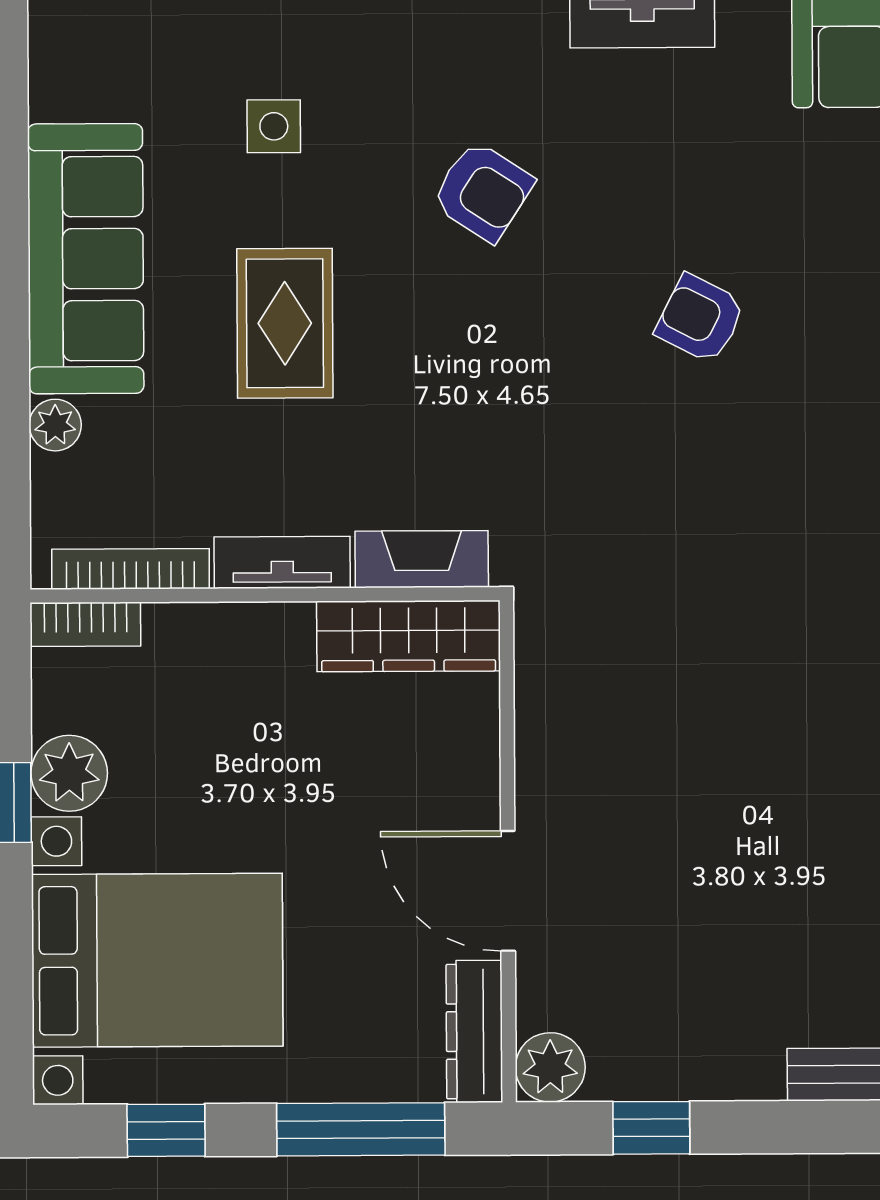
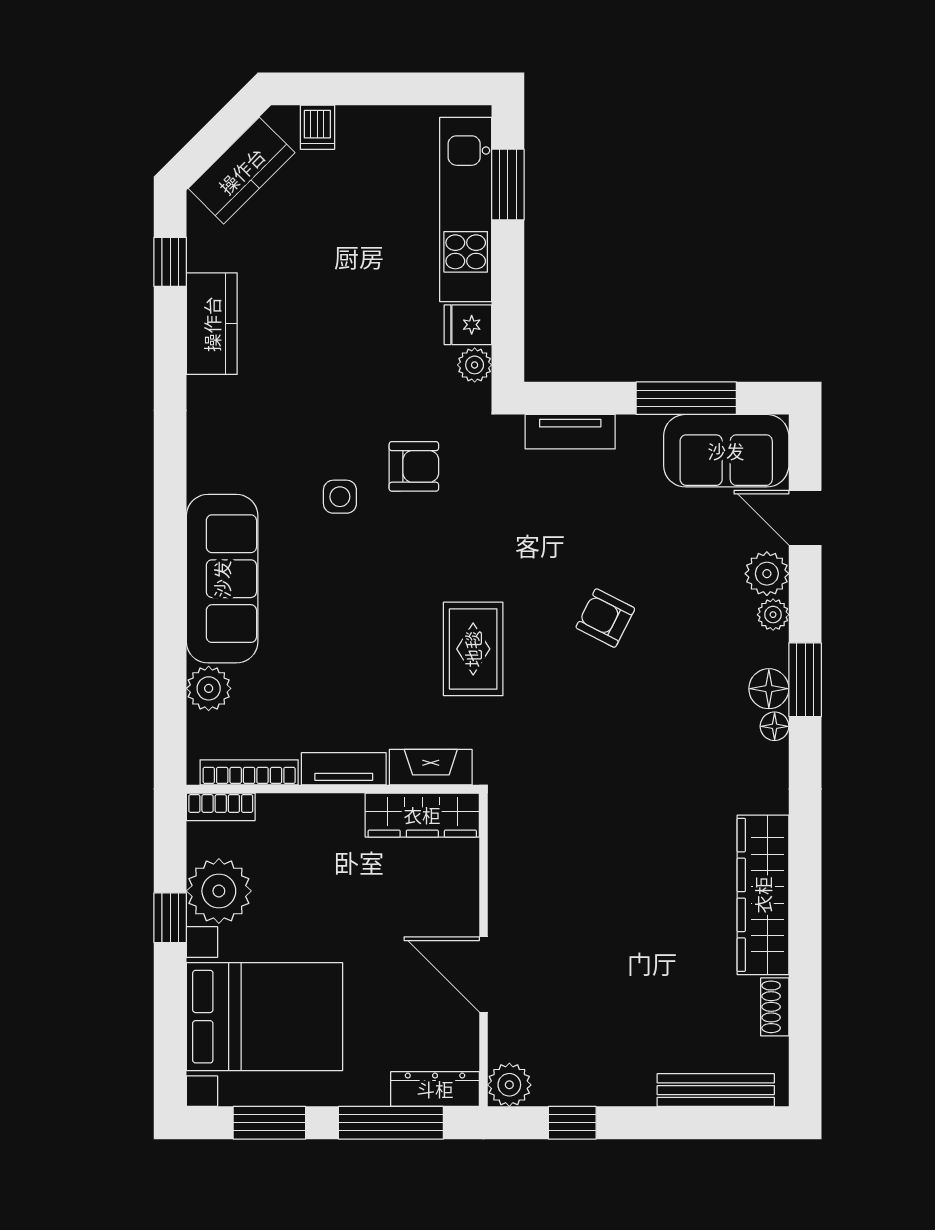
armchair: (483, 191) -> (414, 466), moved, turned -33
rug: (285, 323) -> (473, 649), moved
plant: (55, 425) -> (209, 688), width x1.38, depth x1.38
plant: (69, 773) -> (219, 891), width x1.36, depth x1.36
dresser: (474, 1031) -> (435, 1089), moved, turned 90
window: (166, 1130) -> (269, 1123), width x1.50

